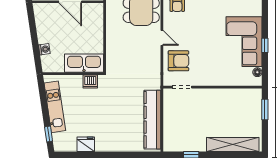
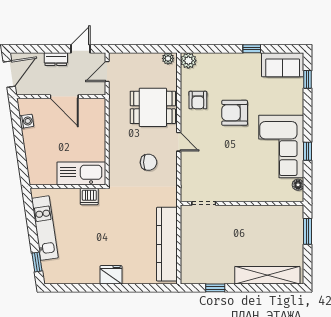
washing machine: (44, 49) -> (26, 121), moved
chair: (138, 54) -> (148, 162), added
armchair: (178, 61) -> (235, 113), moved, turned 180
fridge: (86, 144) -> (111, 275), moved

